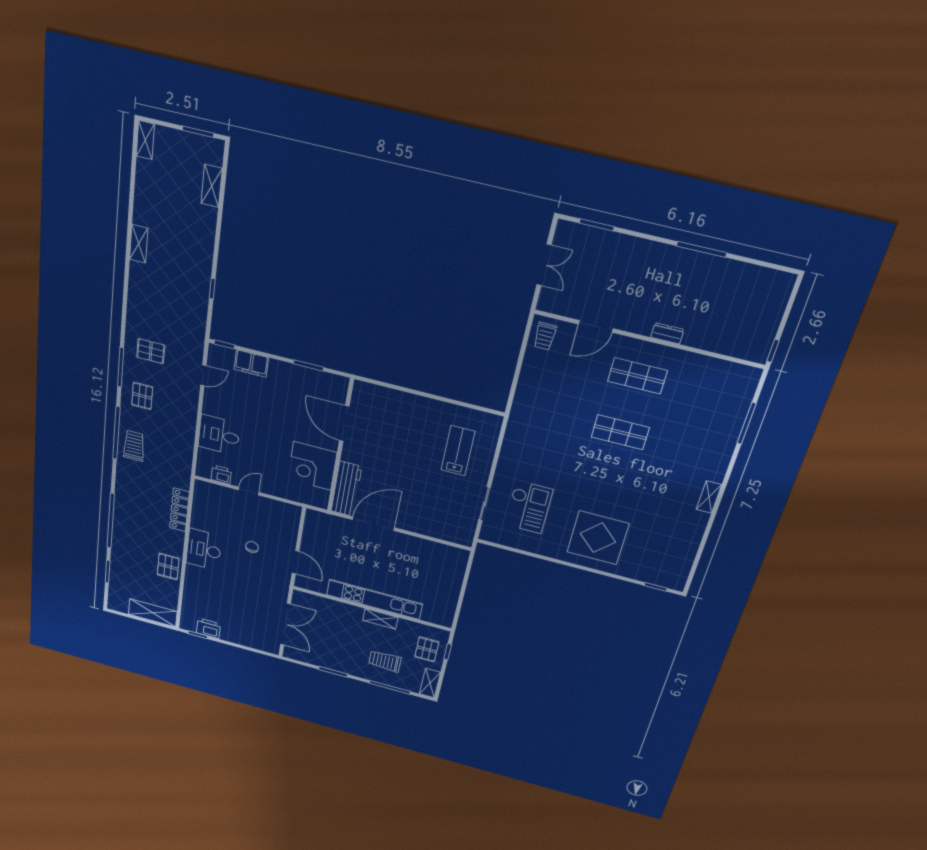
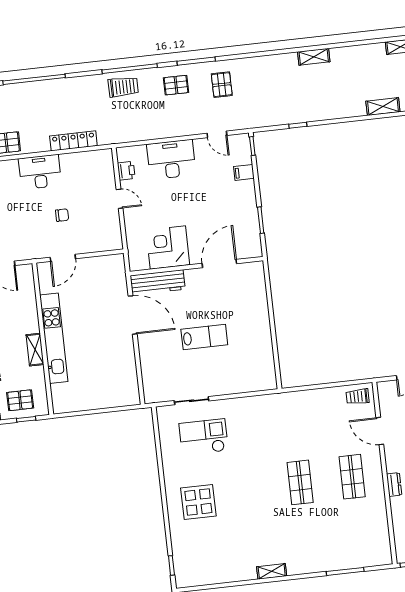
filing cabinet: (251, 363) -> (244, 172), width x0.50
desk: (219, 435) -> (171, 159), width x1.37
lab bench: (458, 451) -> (204, 337), moved
checkout: (529, 507) -> (204, 437), turned 180
display table: (598, 538) -> (198, 502), width x0.73, depth x0.73

